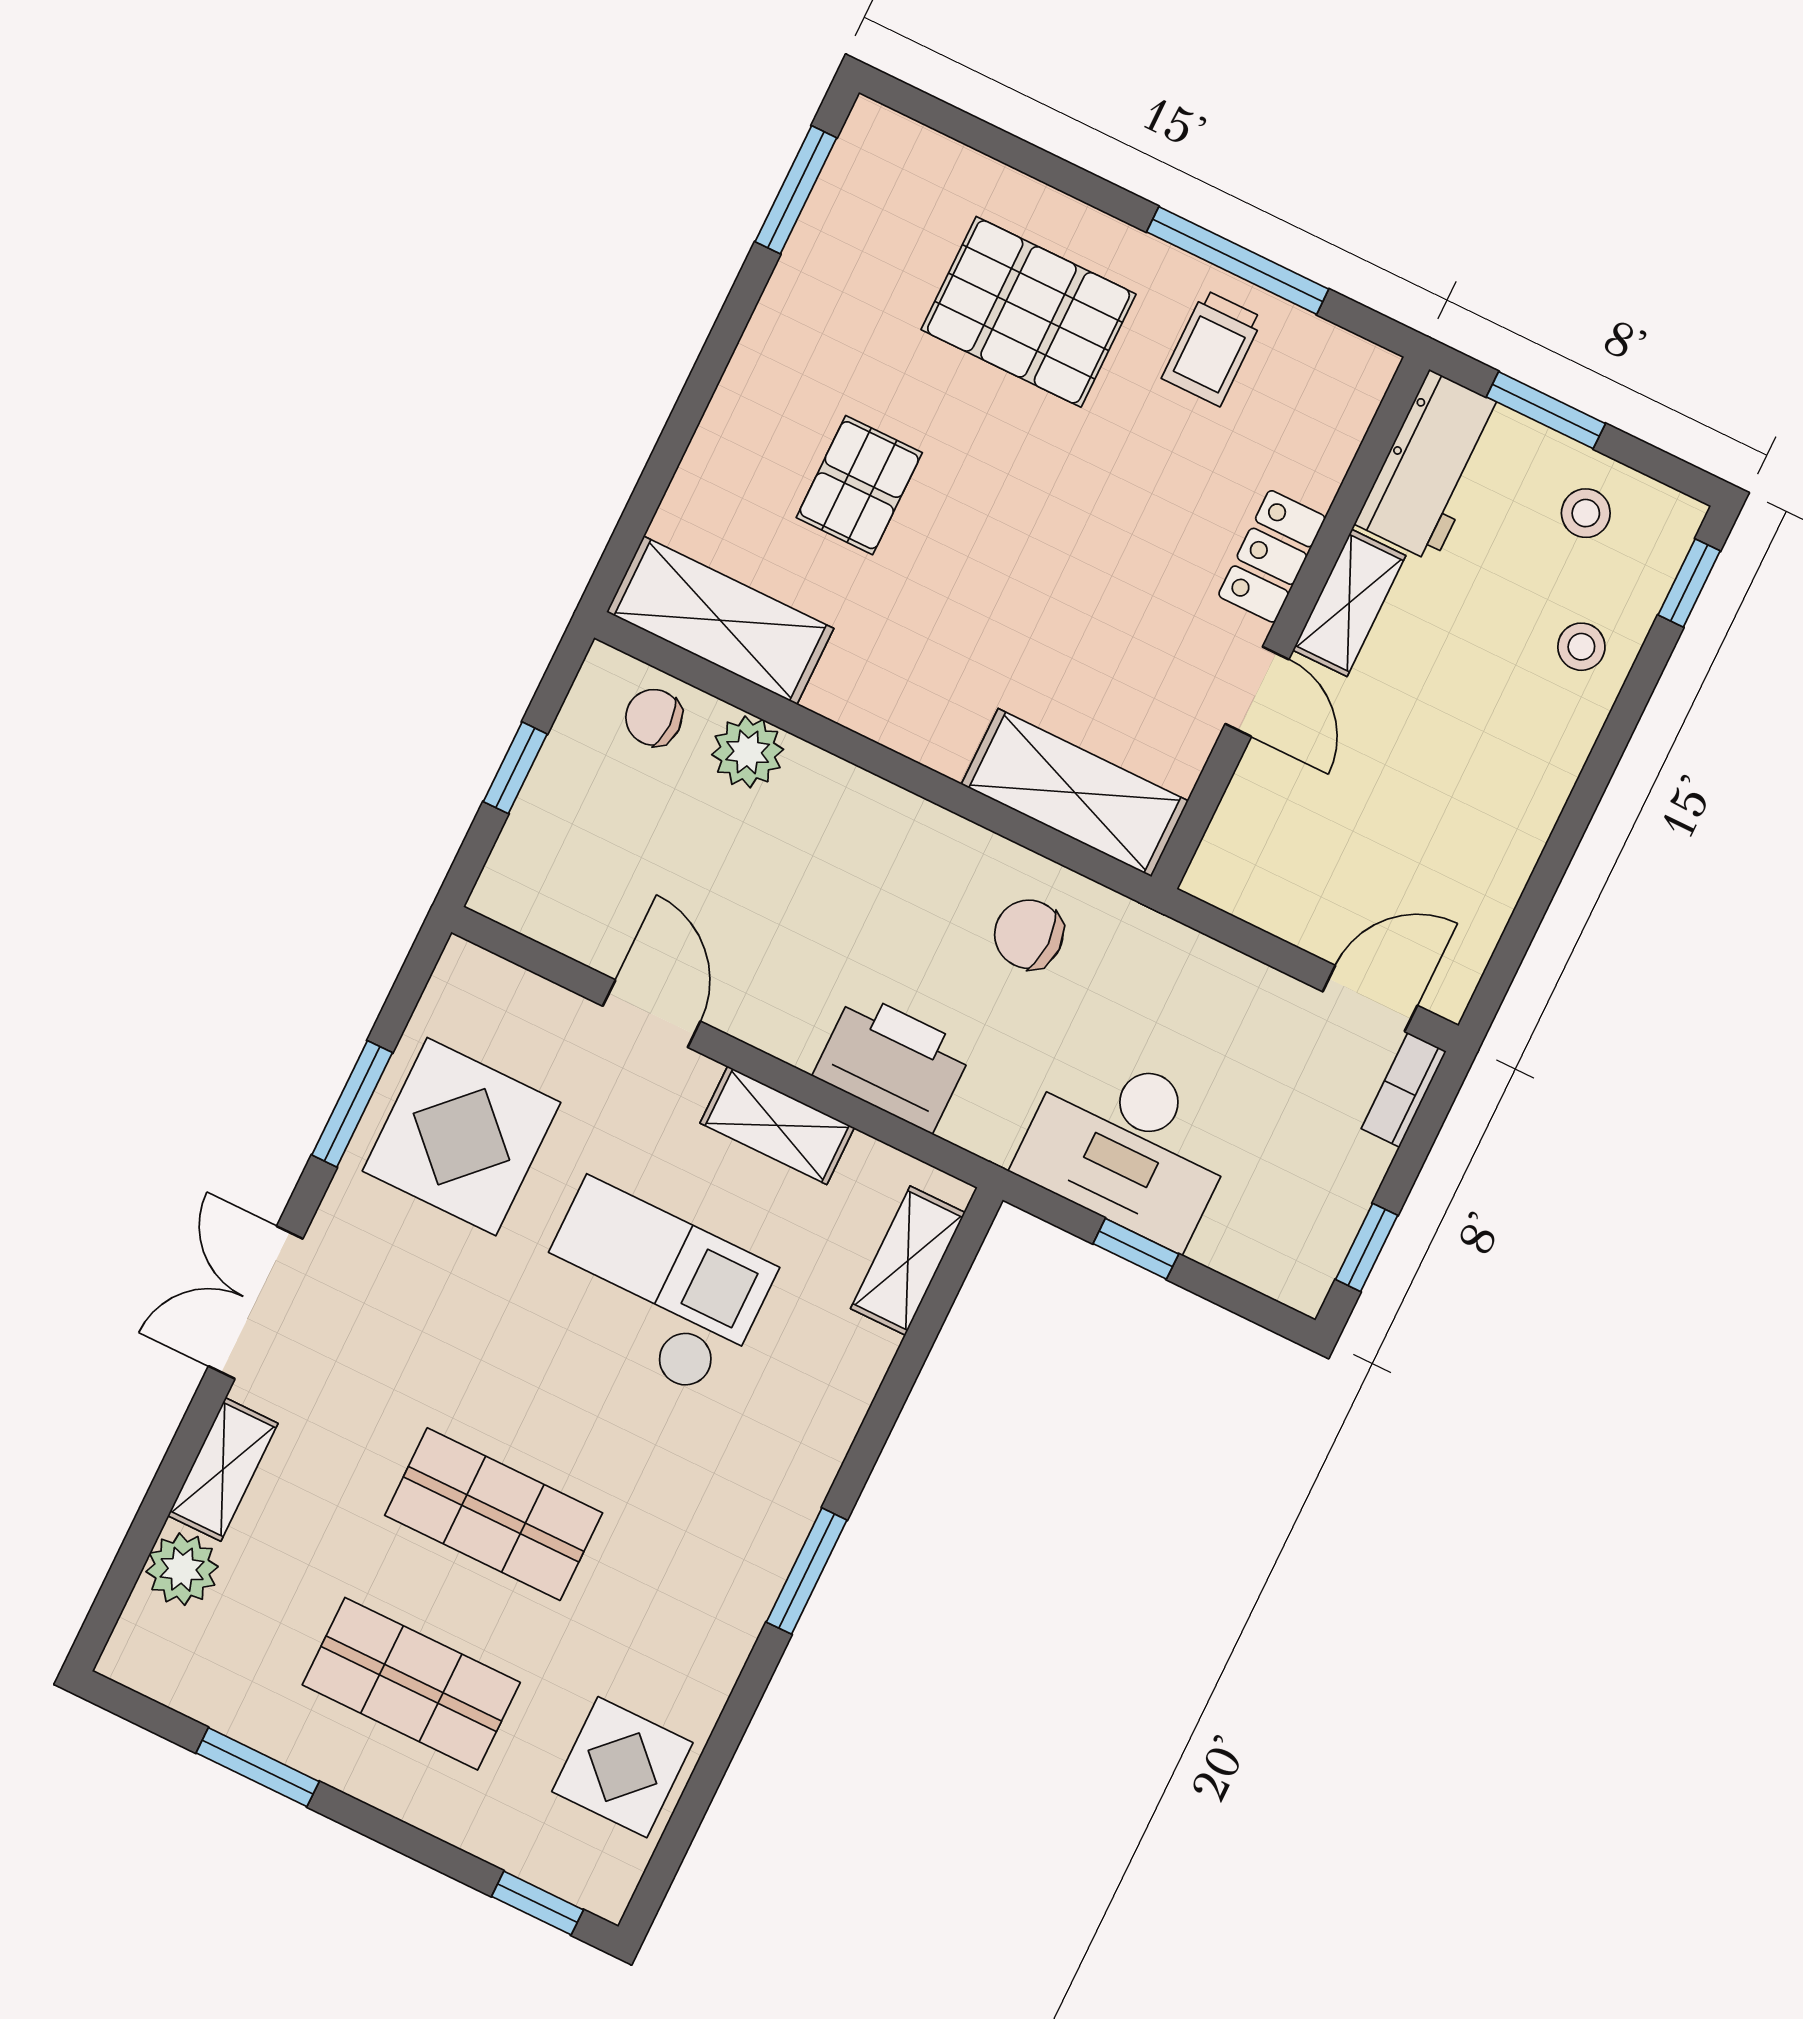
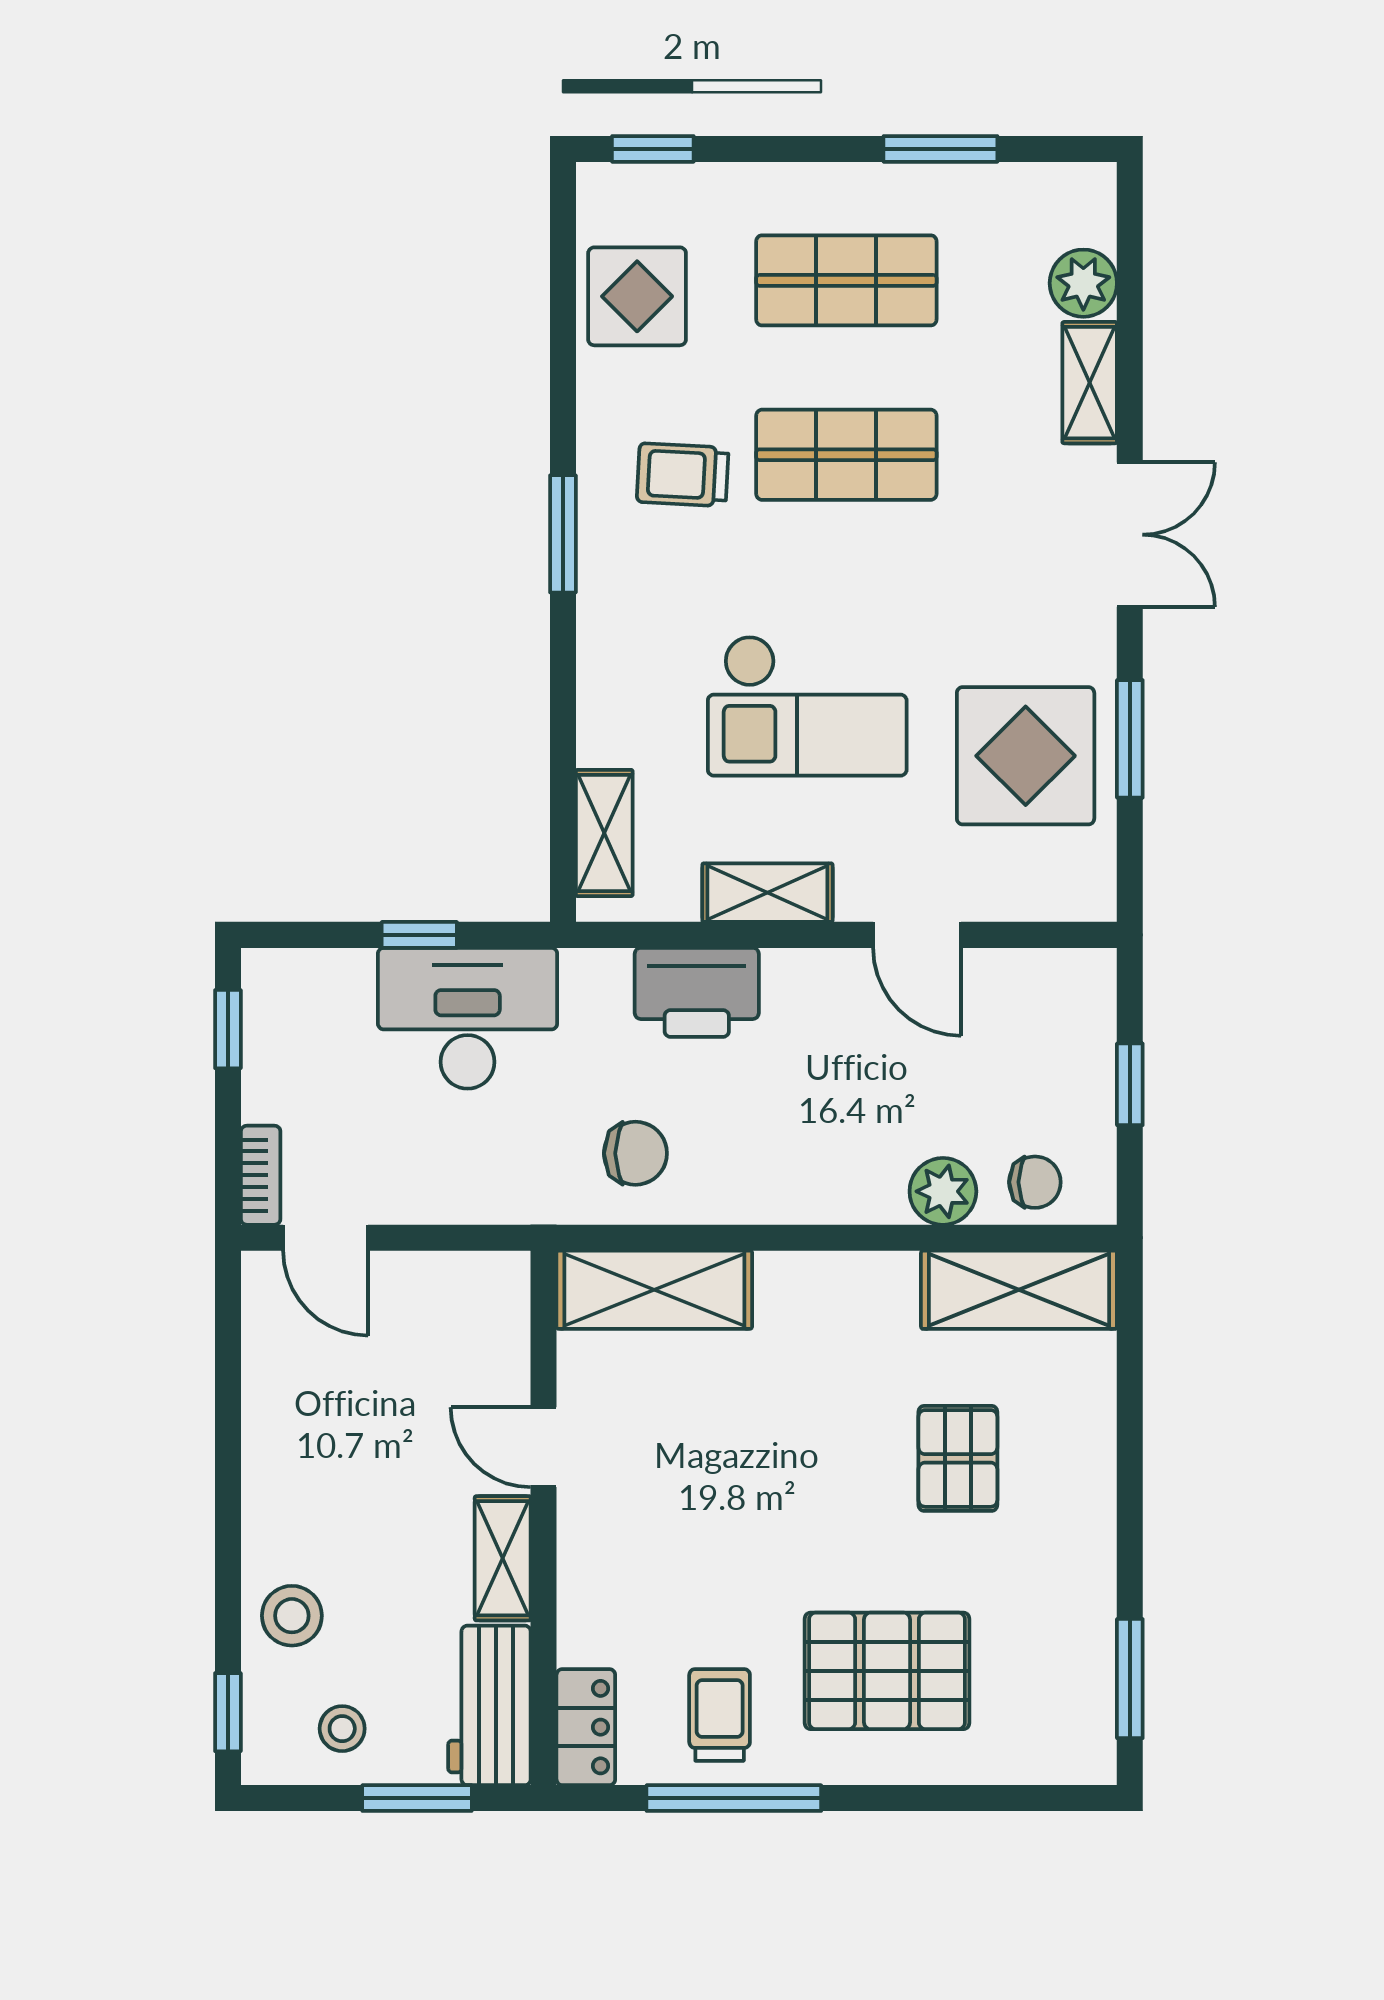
locker: (1272, 556) -> (586, 1727), moved
stool: (1581, 647) -> (292, 1616), width x1.37, depth x1.37
door: (1370, 998) -> (326, 1238), hinge flipped
trolley: (662, 1572) -> (683, 475), added

